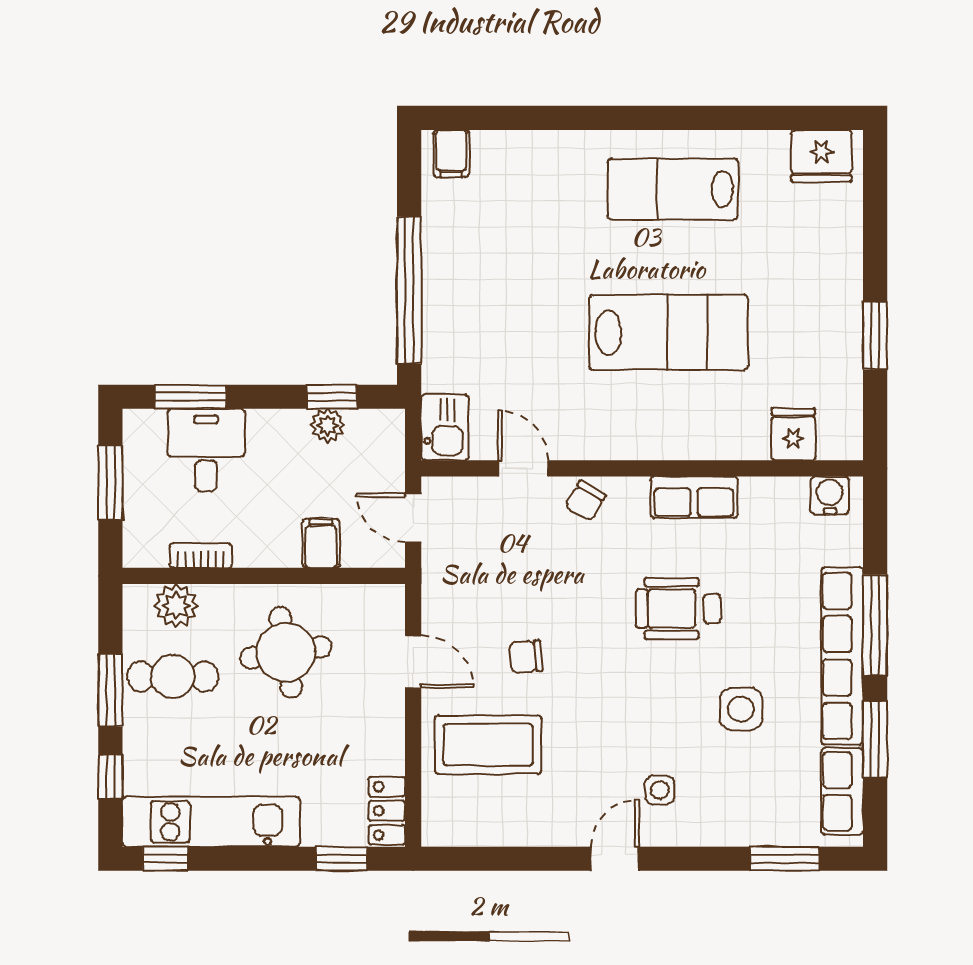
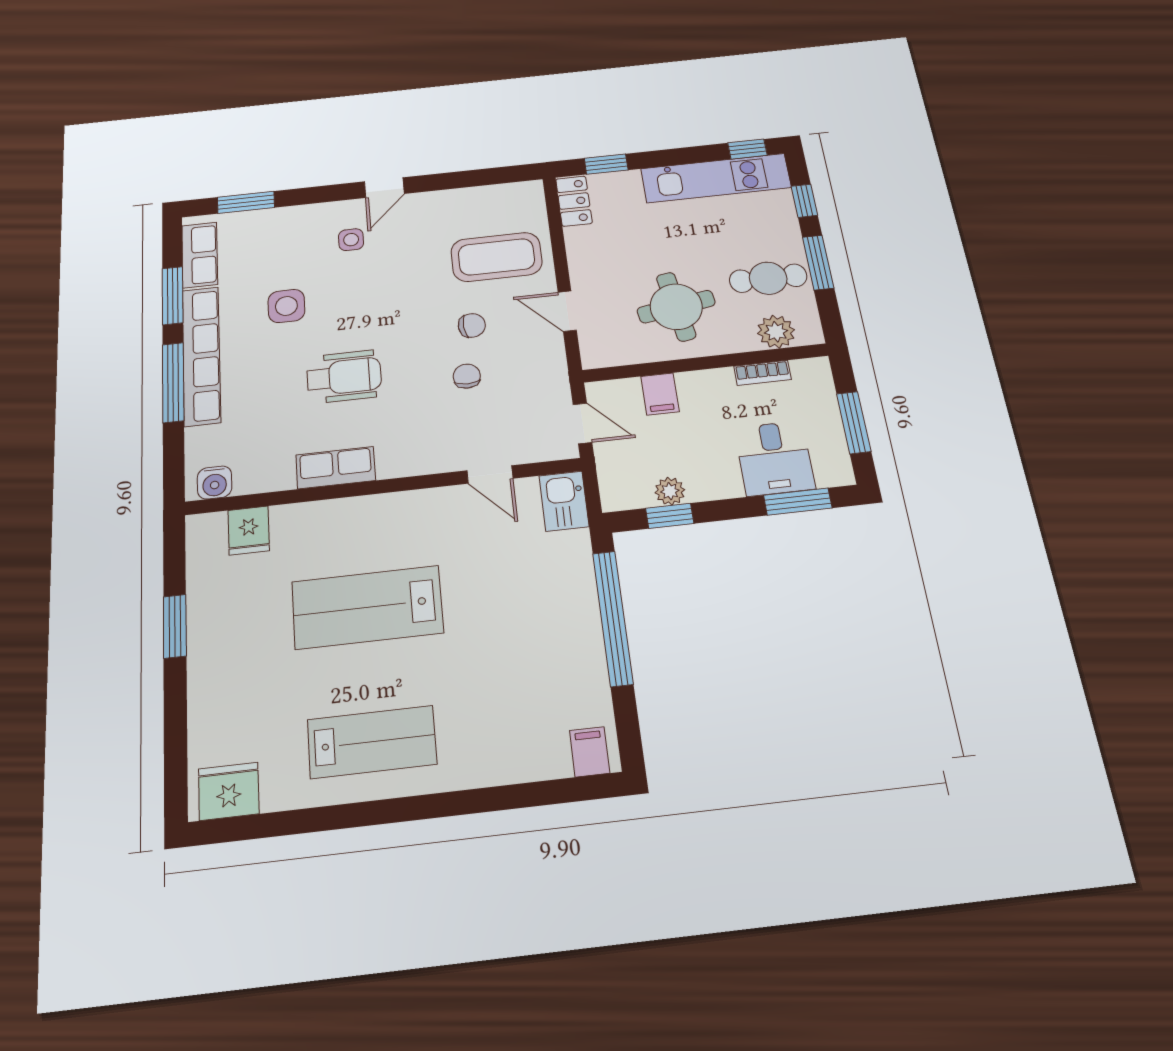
chair: (585, 501) -> (467, 376), moved, turned -30

